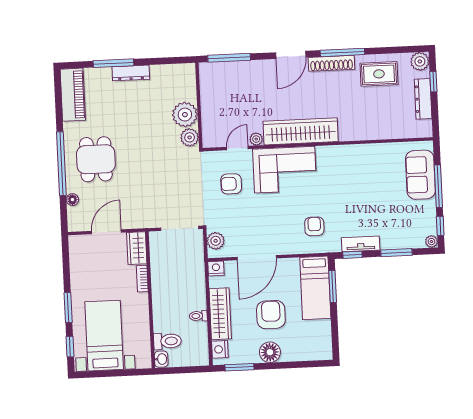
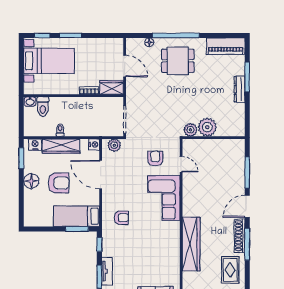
door: (291, 55) -> (247, 206), hinge flipped
window: (229, 58) -> (247, 172), moved
wardrobe: (301, 131) -> (191, 244), moved
plant: (256, 139) -> (187, 178), removed
tv unit: (361, 244) -> (107, 271), moved

